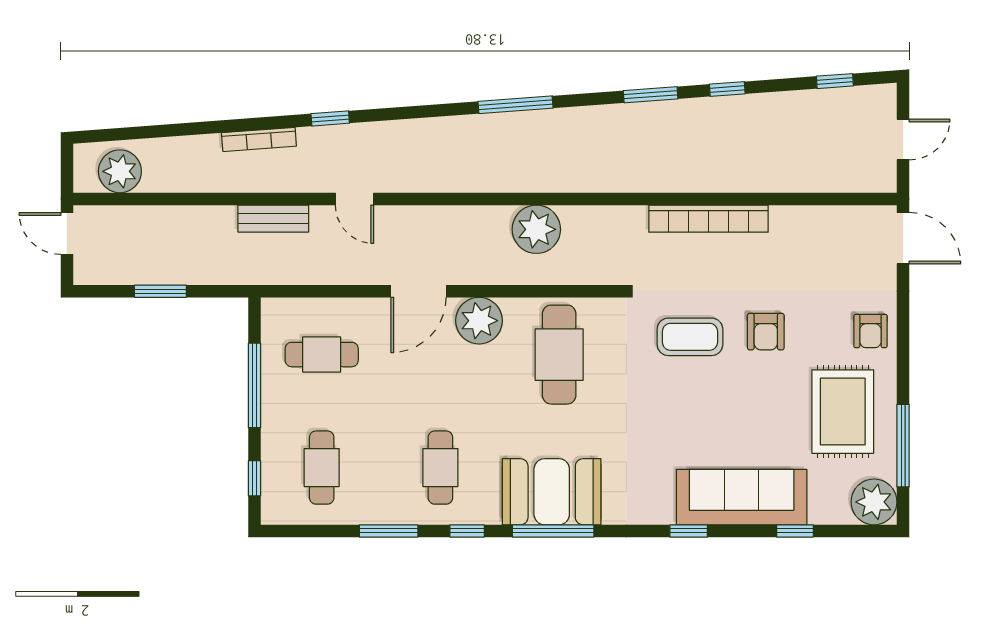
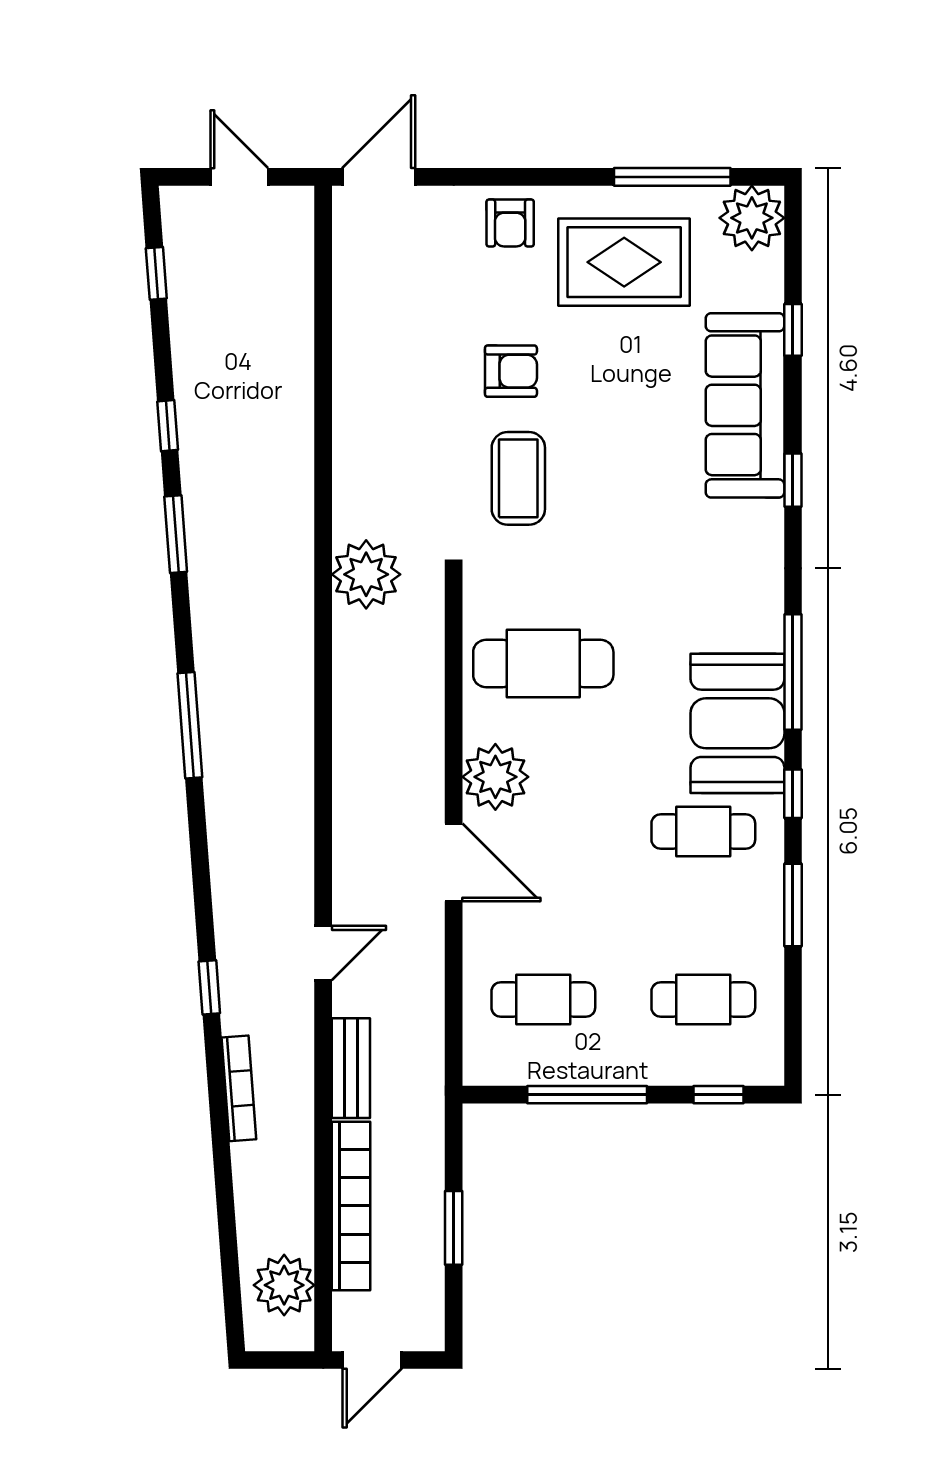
bookcase: (709, 219) -> (351, 1206), moved
plant: (536, 229) -> (366, 574), moved
armchair: (870, 331) -> (510, 223), turned 90
cafe table: (322, 355) -> (543, 999), turned 90
booth: (552, 492) -> (737, 723), moved

